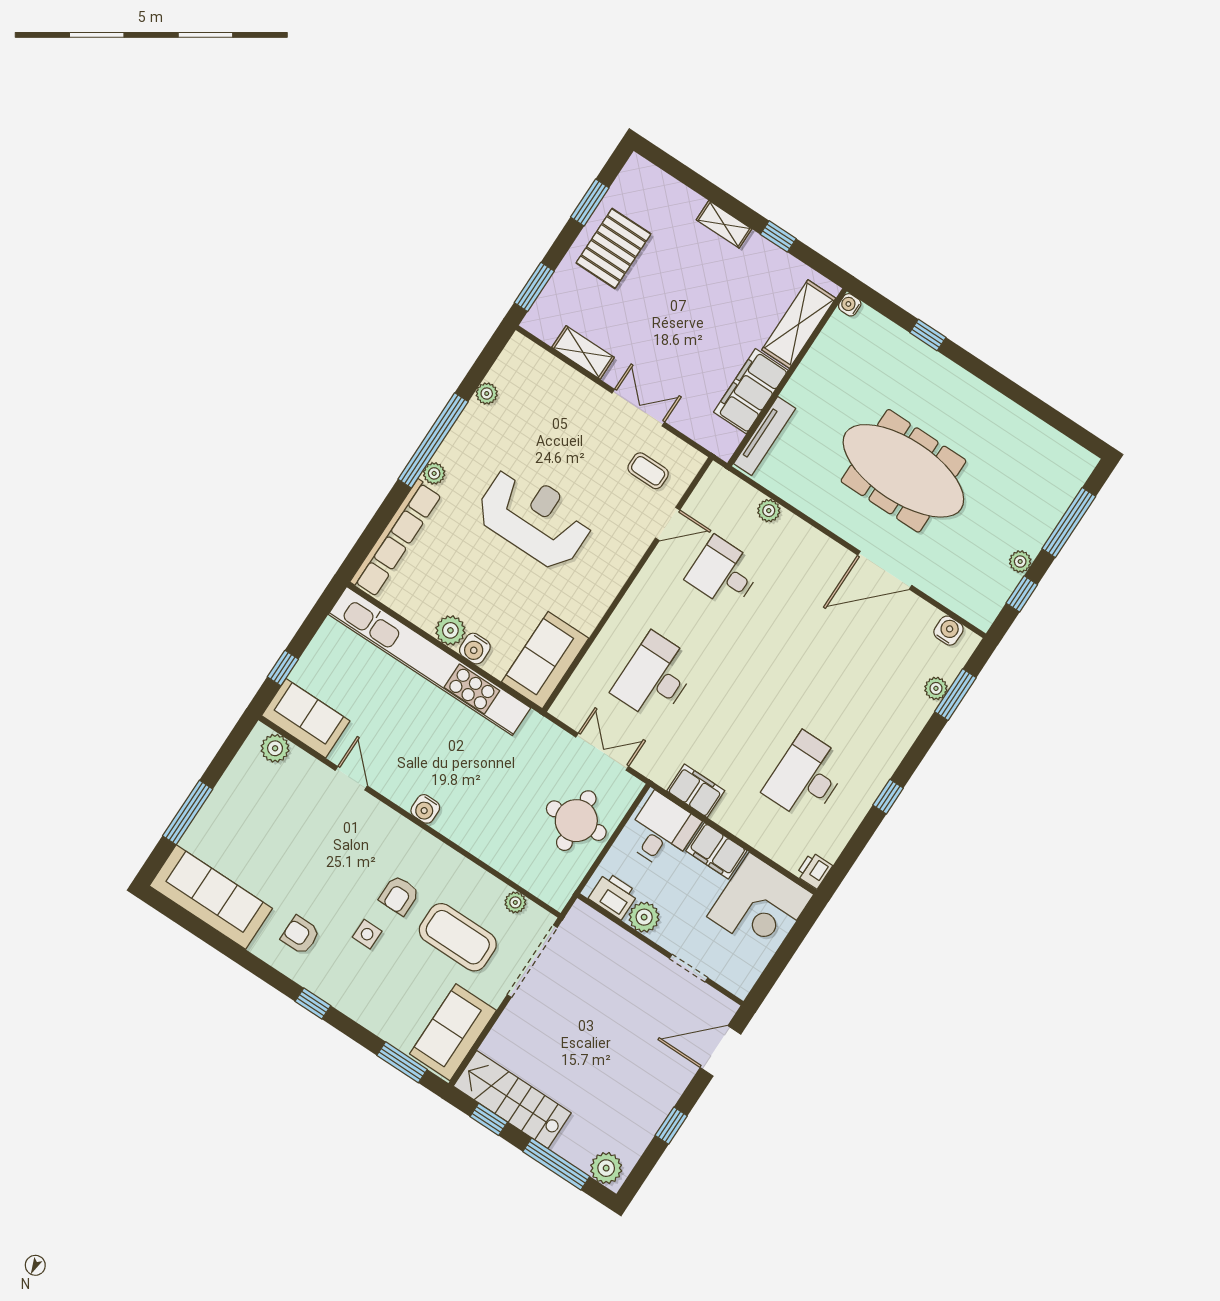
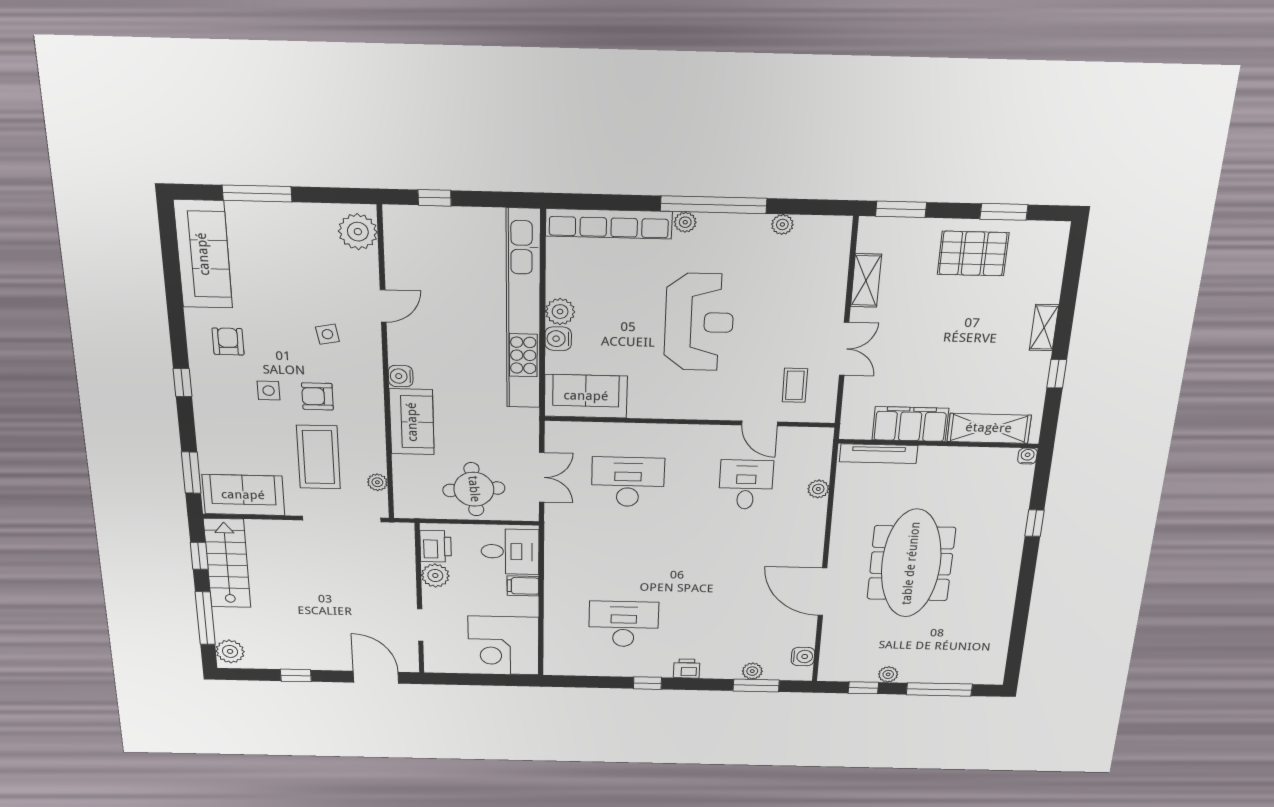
sofa: (306, 718) -> (412, 422), moved
plant: (275, 748) -> (358, 232), width x1.36, depth x1.36
filing cabinet: (696, 791) -> (559, 558), removed
side table: (347, 844) -> (327, 334), added
filing cabinet: (716, 851) -> (523, 586), width x0.50
printer: (814, 870) -> (687, 669), moved

